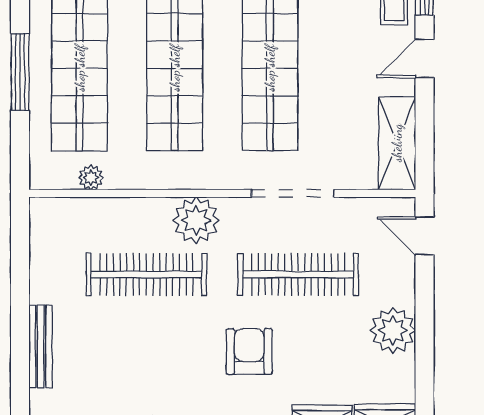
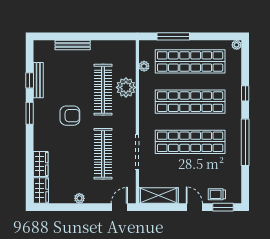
window: (20, 72) -> (173, 36), moved
plant: (196, 220) -> (126, 87), moved
plant: (393, 330) -> (79, 198), width x0.53, depth x0.53
armchair: (249, 351) -> (70, 116), moved

